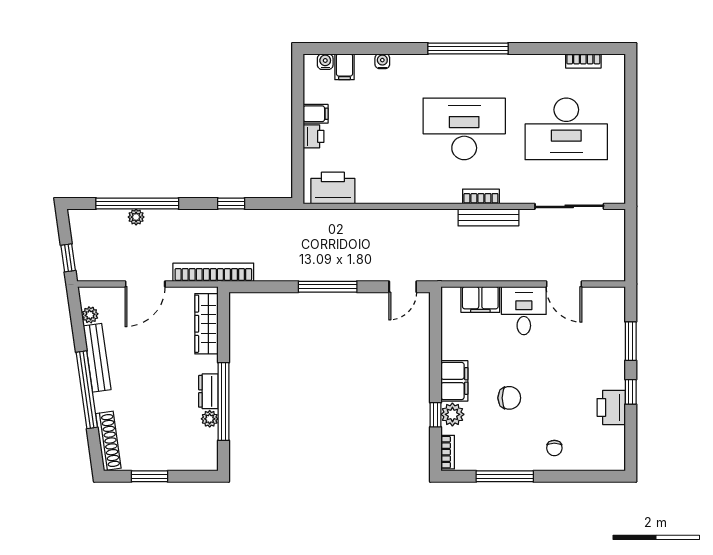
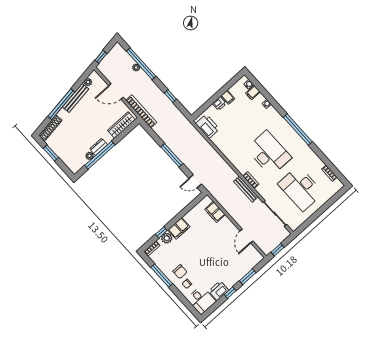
window: (631, 254) -> (278, 250), added
desk: (524, 311) -> (201, 300), moved, turned 90
chair: (509, 398) -> (180, 272), moved

